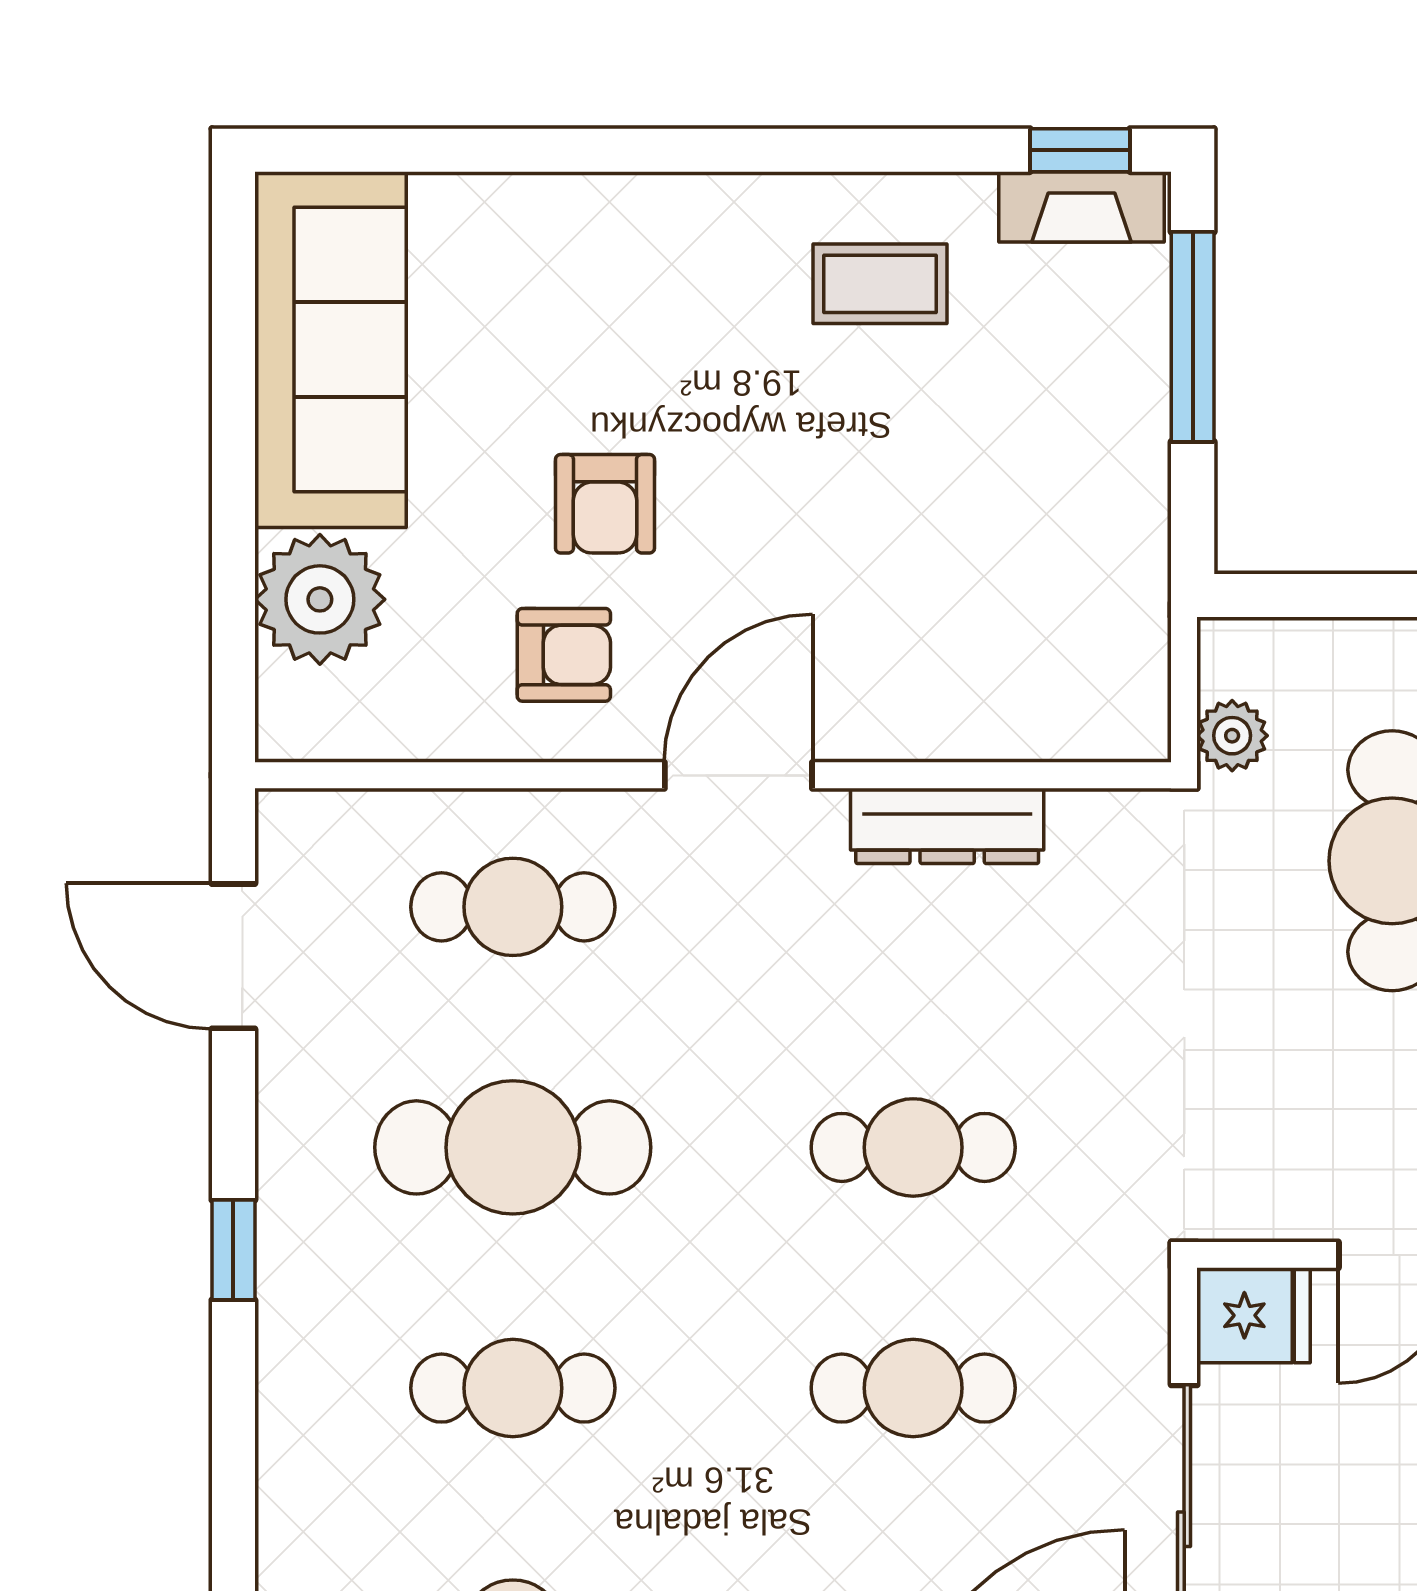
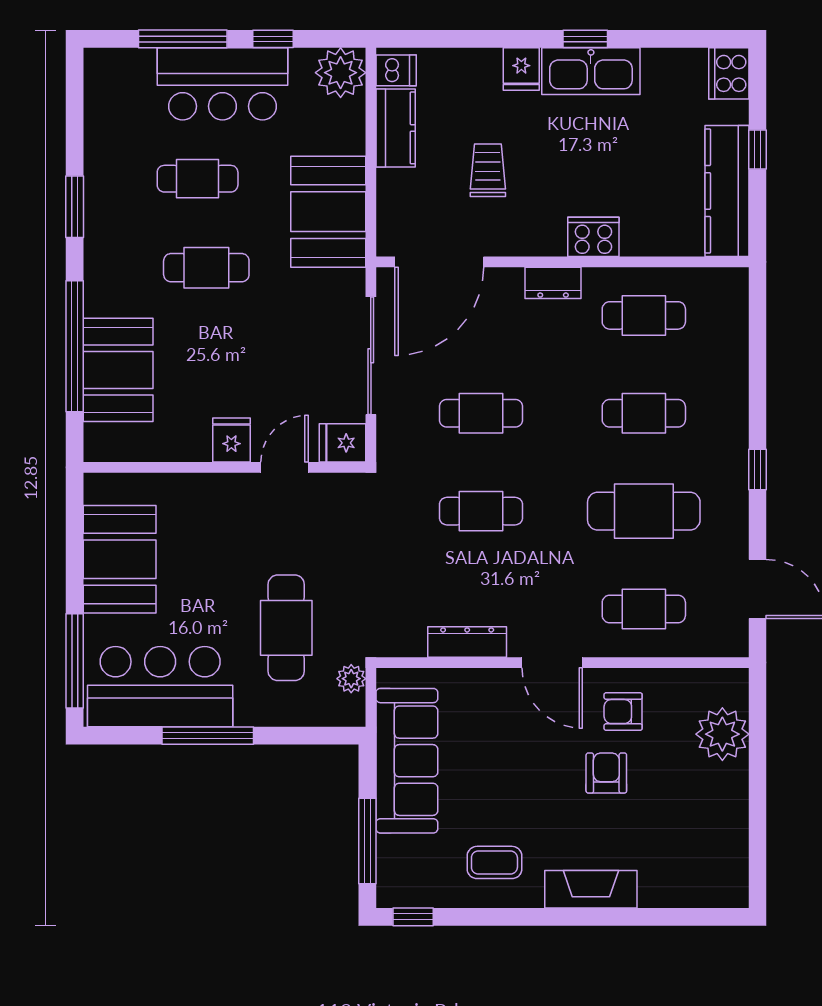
fireplace: (1081, 207) -> (591, 889), moved, width x1.37, depth x1.32
sofa: (331, 350) -> (407, 761), moved, turned 180
door: (738, 775) -> (552, 663), hinge flipped

